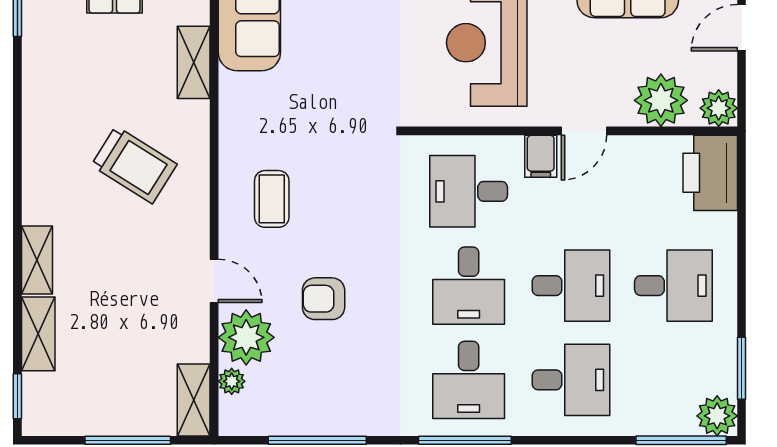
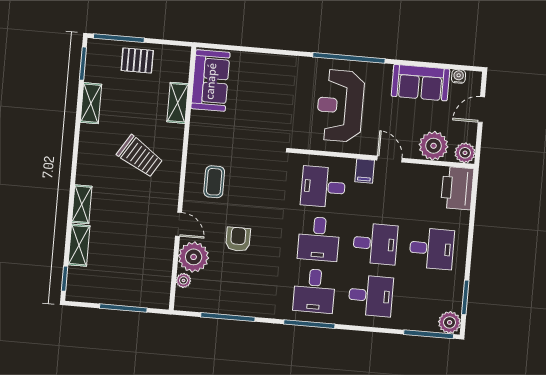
door: (584, 131) -> (390, 159), swing flipped
armchair: (324, 299) -> (238, 239), turned 90
shelving: (194, 400) -> (91, 103), moved

